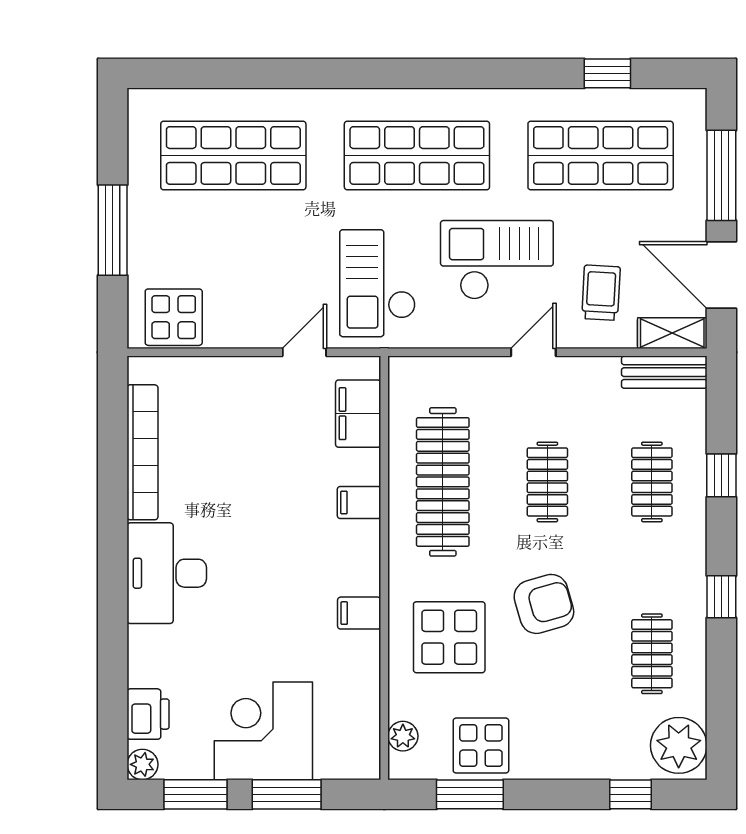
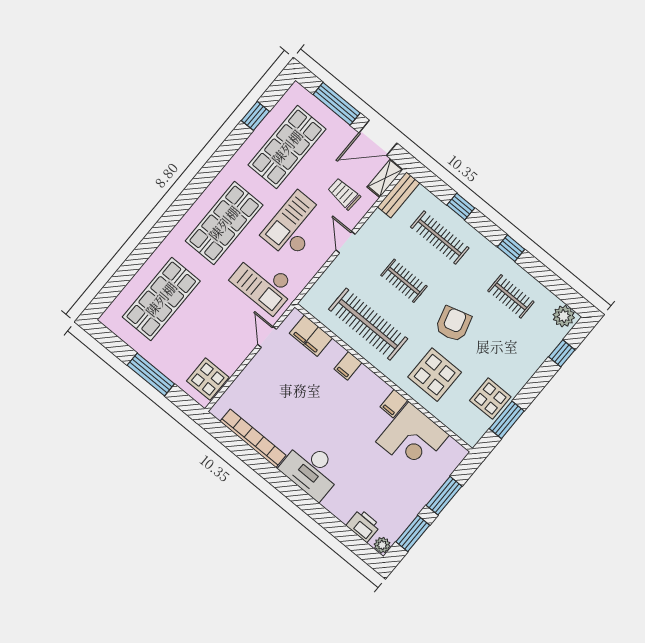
clothes rail: (652, 482) -> (440, 238), width x1.36
corner desk: (263, 731) -> (413, 438), moved, turned -90
plant: (403, 736) -> (460, 428), removed
plant: (679, 745) -> (564, 316), width x0.73, depth x0.73

